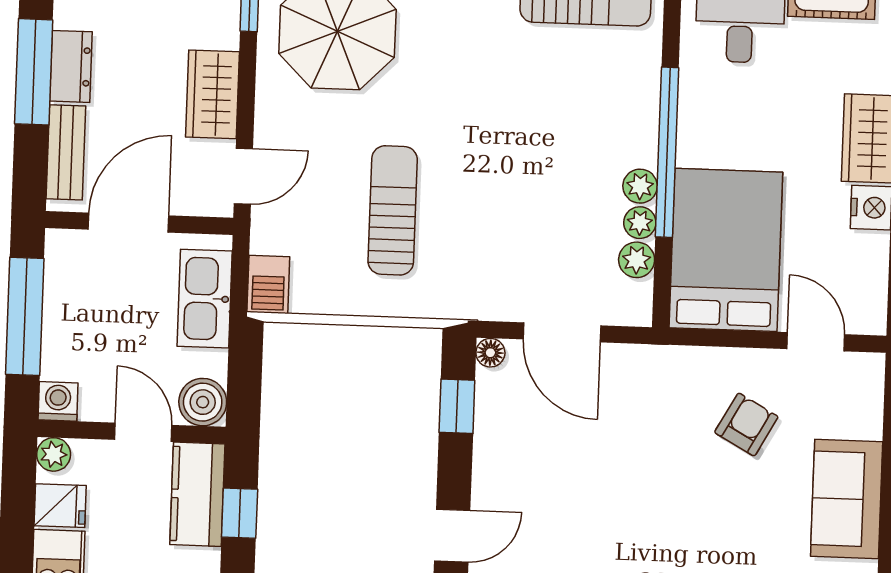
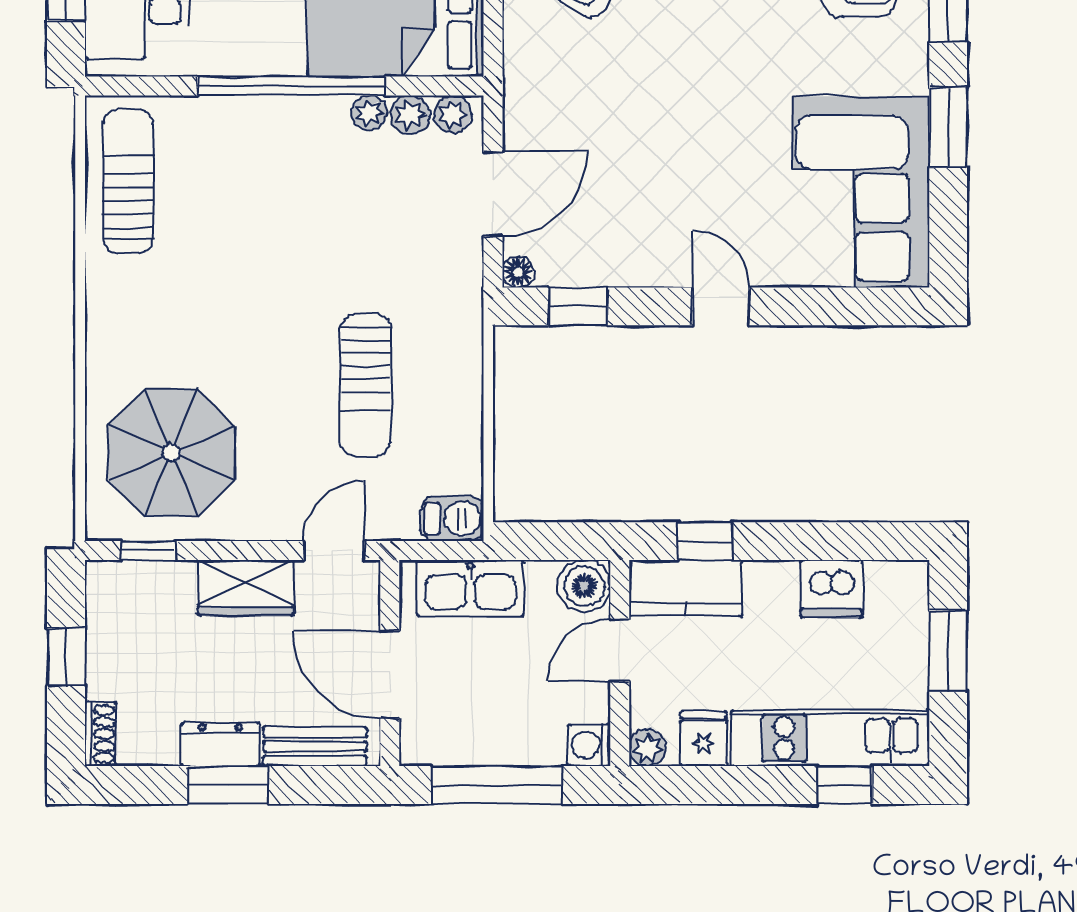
window: (34, 72) -> (228, 785), width x0.69
door: (243, 176) -> (334, 550), hinge flipped
plant: (640, 186) -> (452, 114), moved
sun lounger: (393, 210) -> (366, 385), turned -90

